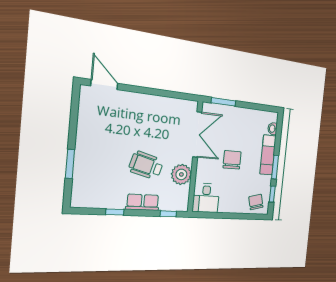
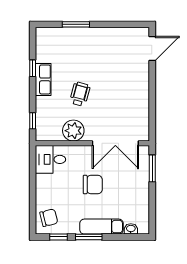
wheelchair: (146, 165) -> (80, 94), width x0.73, depth x0.73
row of seats: (143, 202) -> (43, 79), moved

